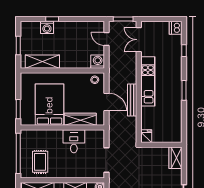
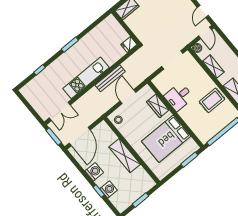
dishwasher: (176, 28) -> (27, 91), removed
door: (107, 39) -> (80, 137), width x1.88
shelving: (42, 62) -> (125, 156), moved
washing machine: (98, 62) -> (94, 172), moved, turned 180
wardrobe: (80, 119) -> (158, 106), width x0.67
rug: (40, 162) -> (212, 100), moved

